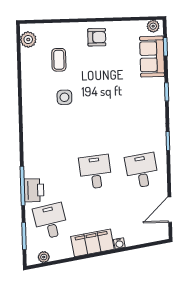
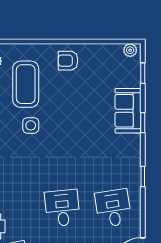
armchair: (97, 37) -> (68, 61), turned 180
sofa: (152, 57) -> (128, 111), moved
coffee table: (59, 60) -> (26, 84), width x1.86, depth x1.72

